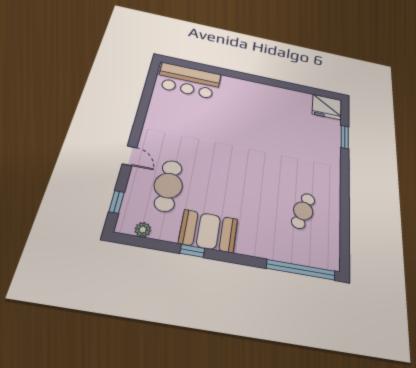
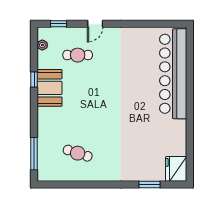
bar counter: (189, 81) -> (173, 74), width x1.86
cafe table: (168, 185) -> (78, 55), width x0.73, depth x0.74
window: (301, 270) -> (34, 154), width x0.68

